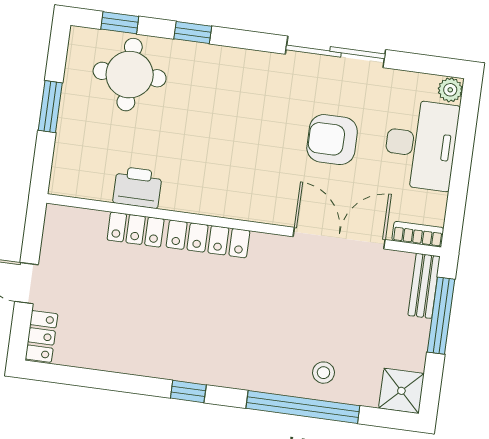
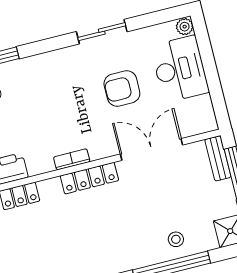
sliding door: (336, 52) -> (102, 32), width x0.73
bookcase: (418, 234) -> (72, 159), moved
locker: (208, 239) -> (89, 178), moved

